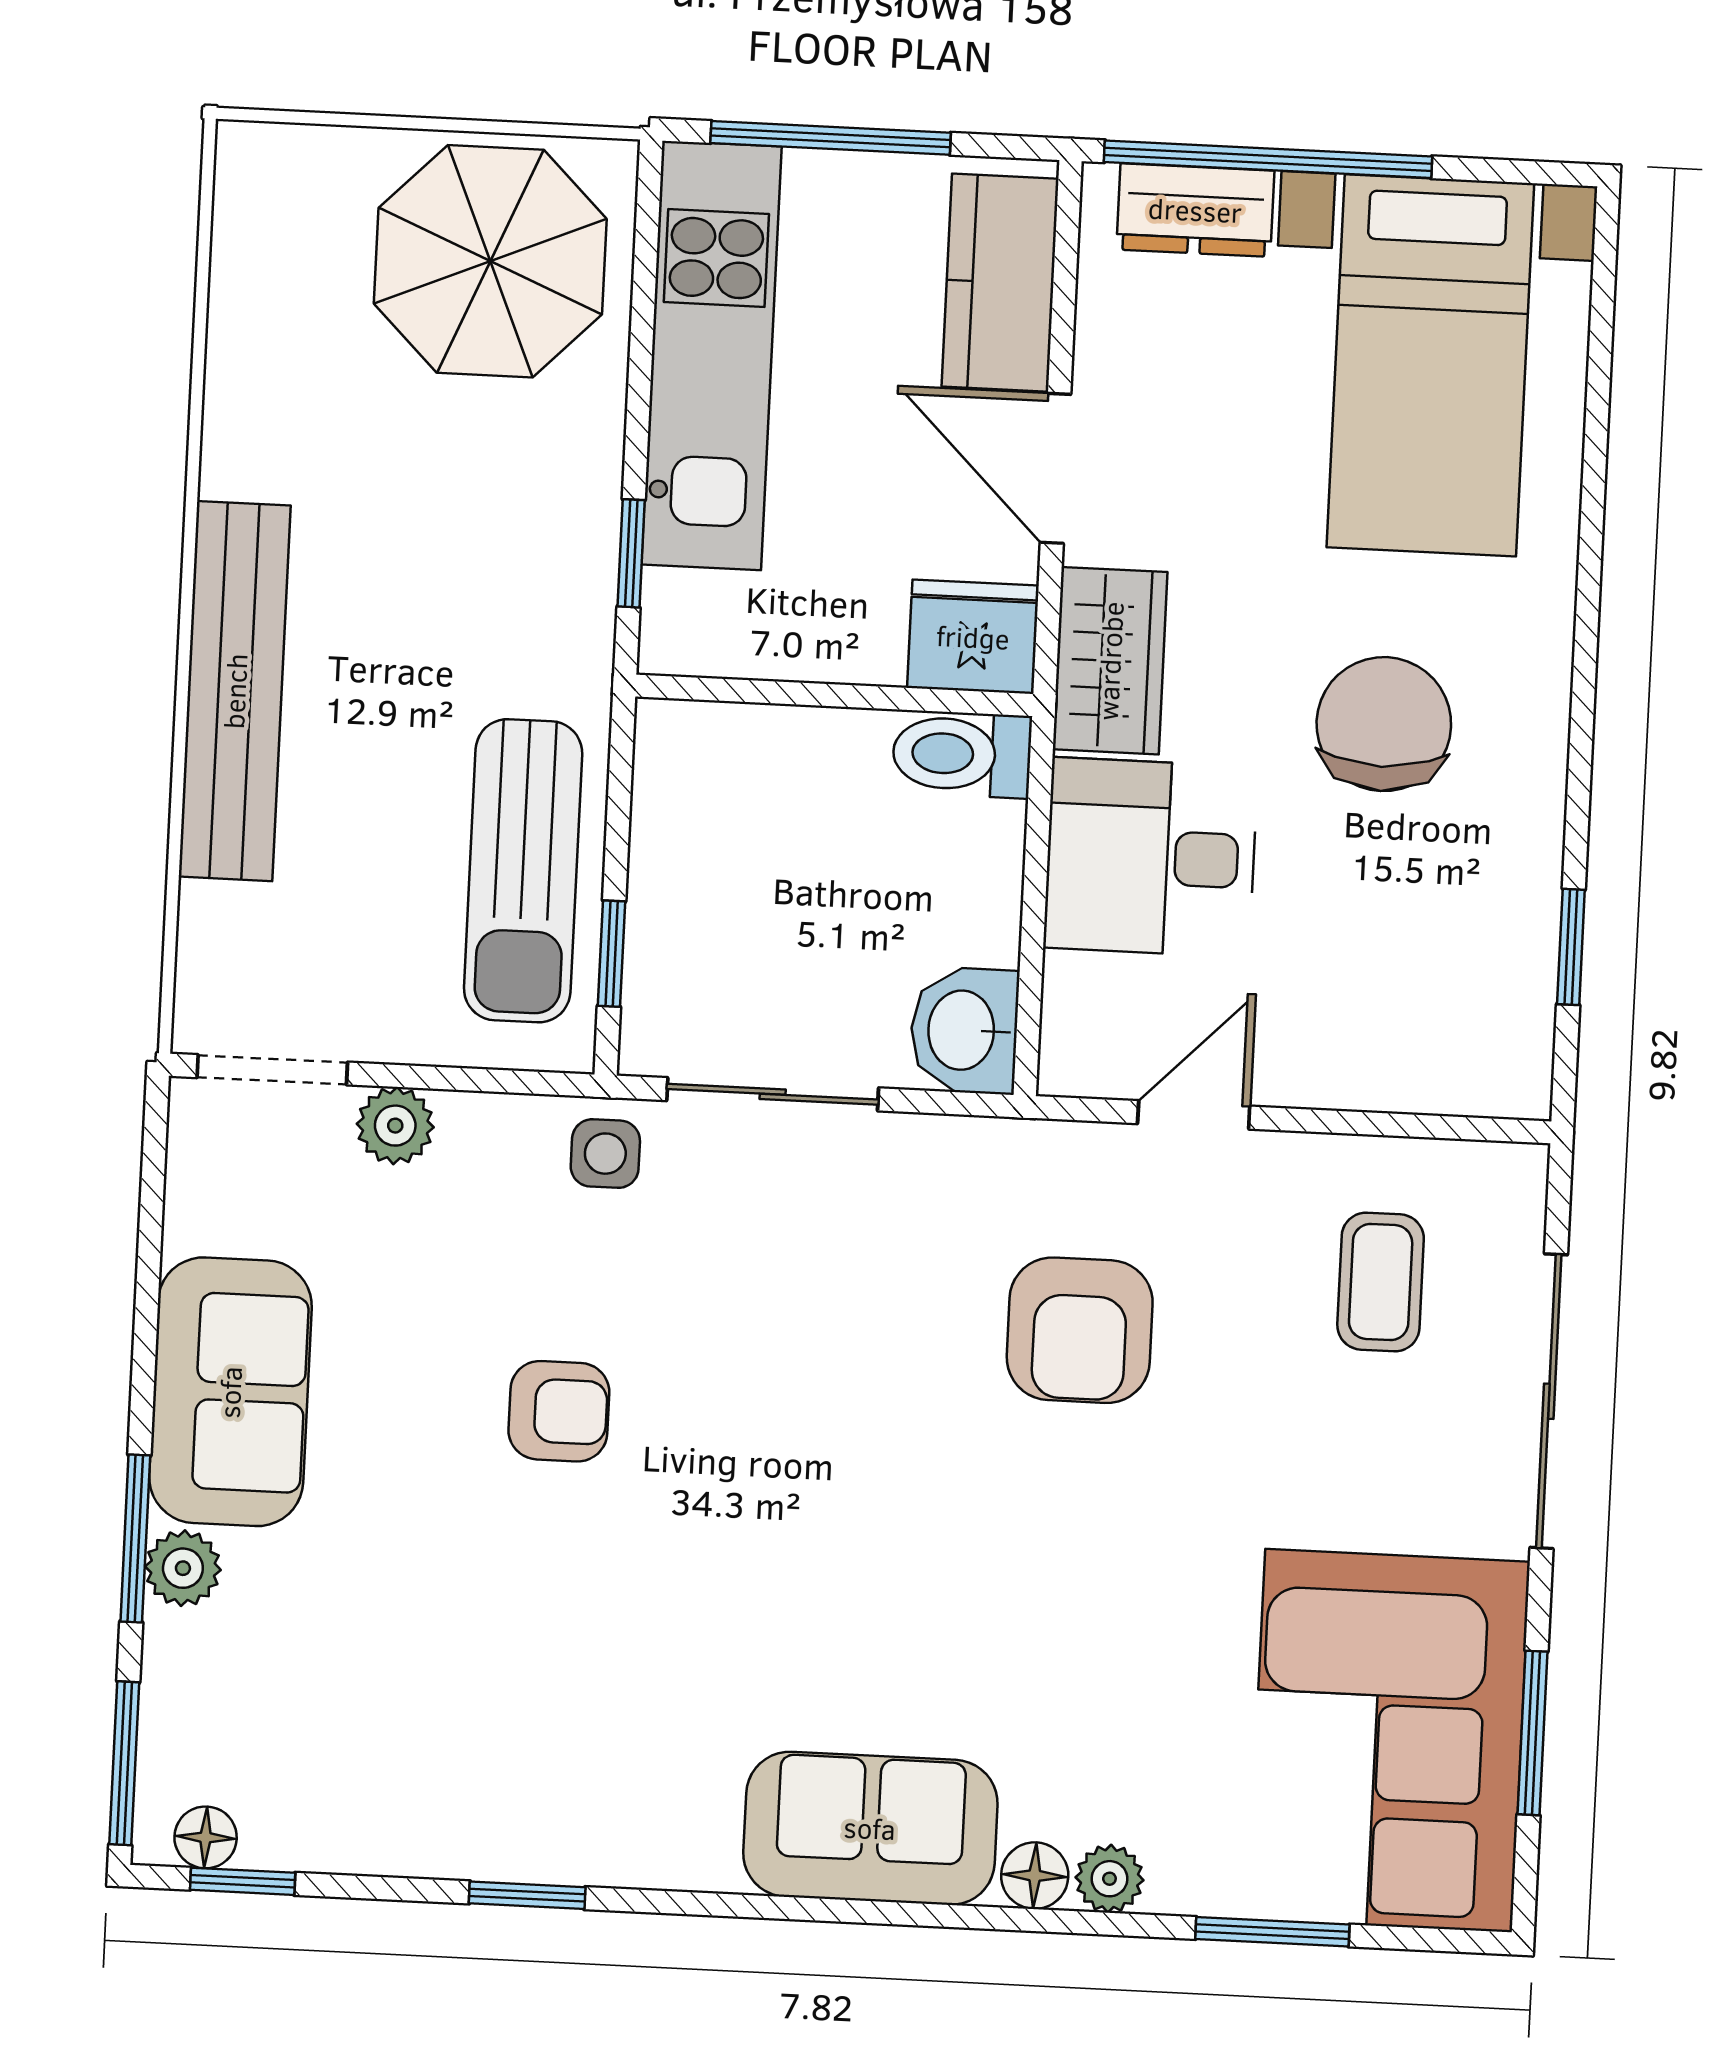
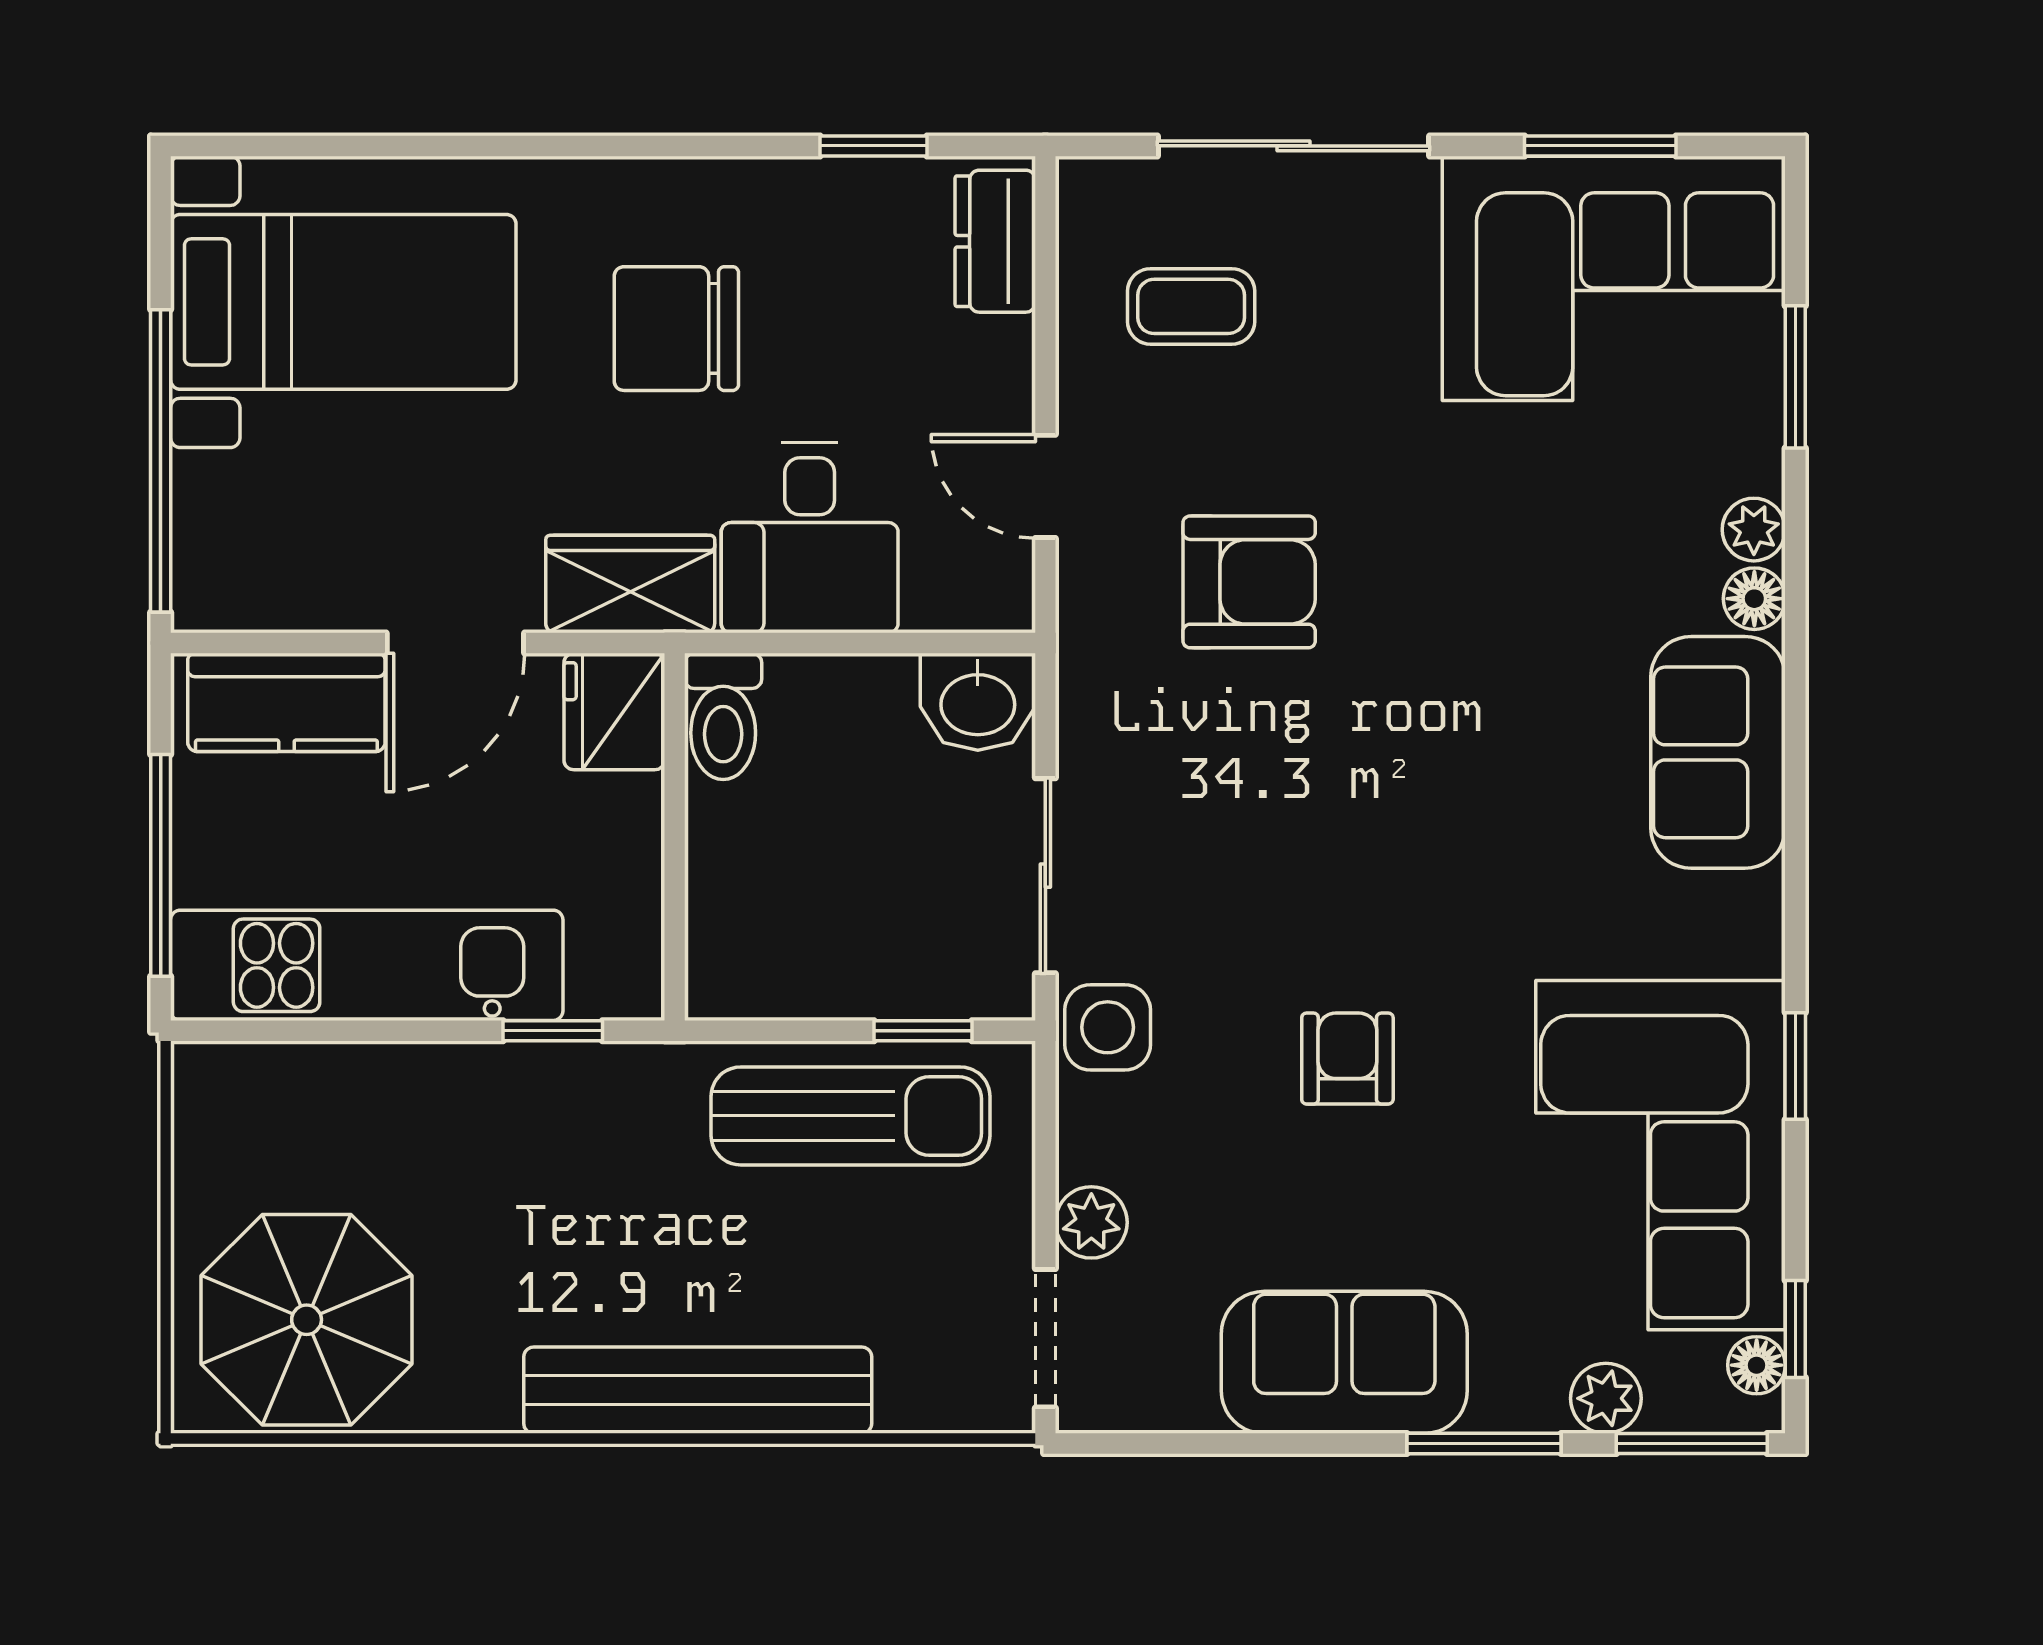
dresser: (1195, 210) -> (995, 241), moved, turned 180
parasol: (490, 261) -> (307, 1320), moved
side table: (605, 1154) -> (1108, 1027), width x1.37, depth x1.37
plant: (183, 1568) -> (1606, 1398), moved
corner sofa: (438, 1745) -> (1661, 1155), added

